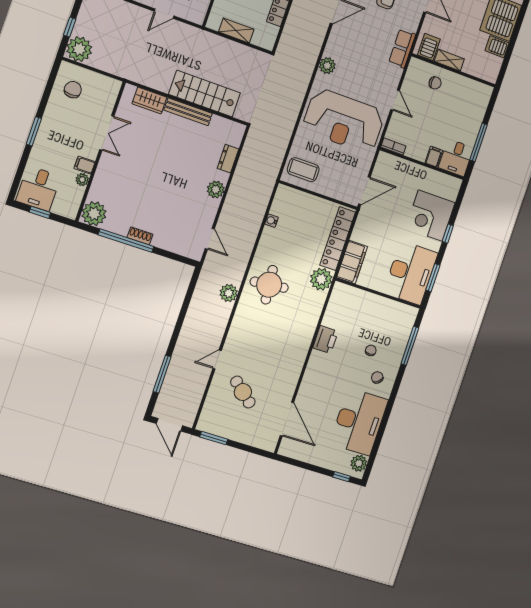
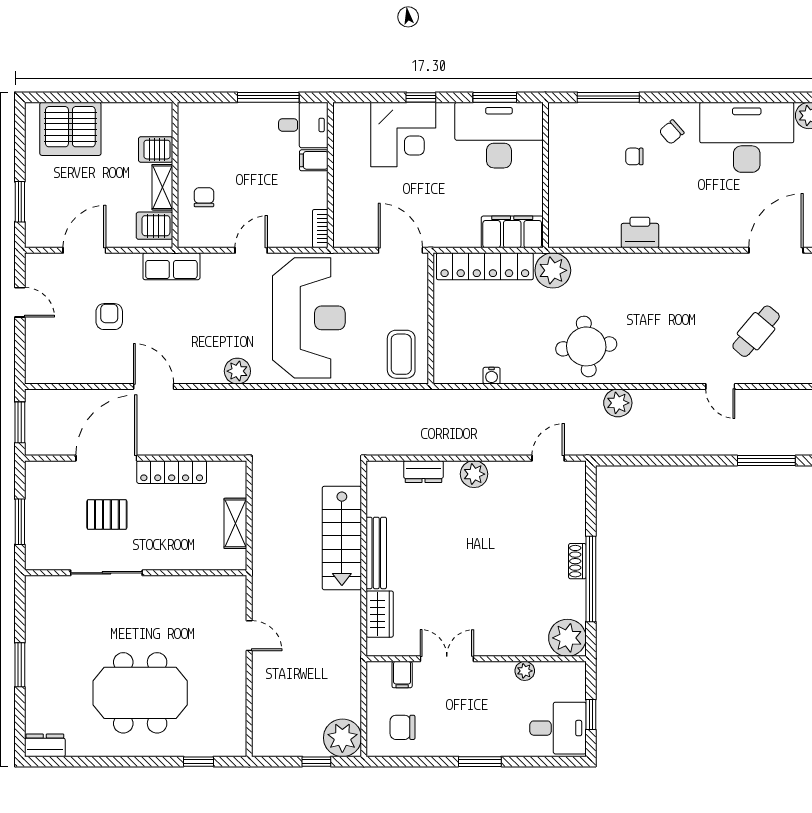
server rack: (497, 47) -> (156, 150), moved, turned 90
filing cabinet: (85, 165) -> (402, 675), moved

